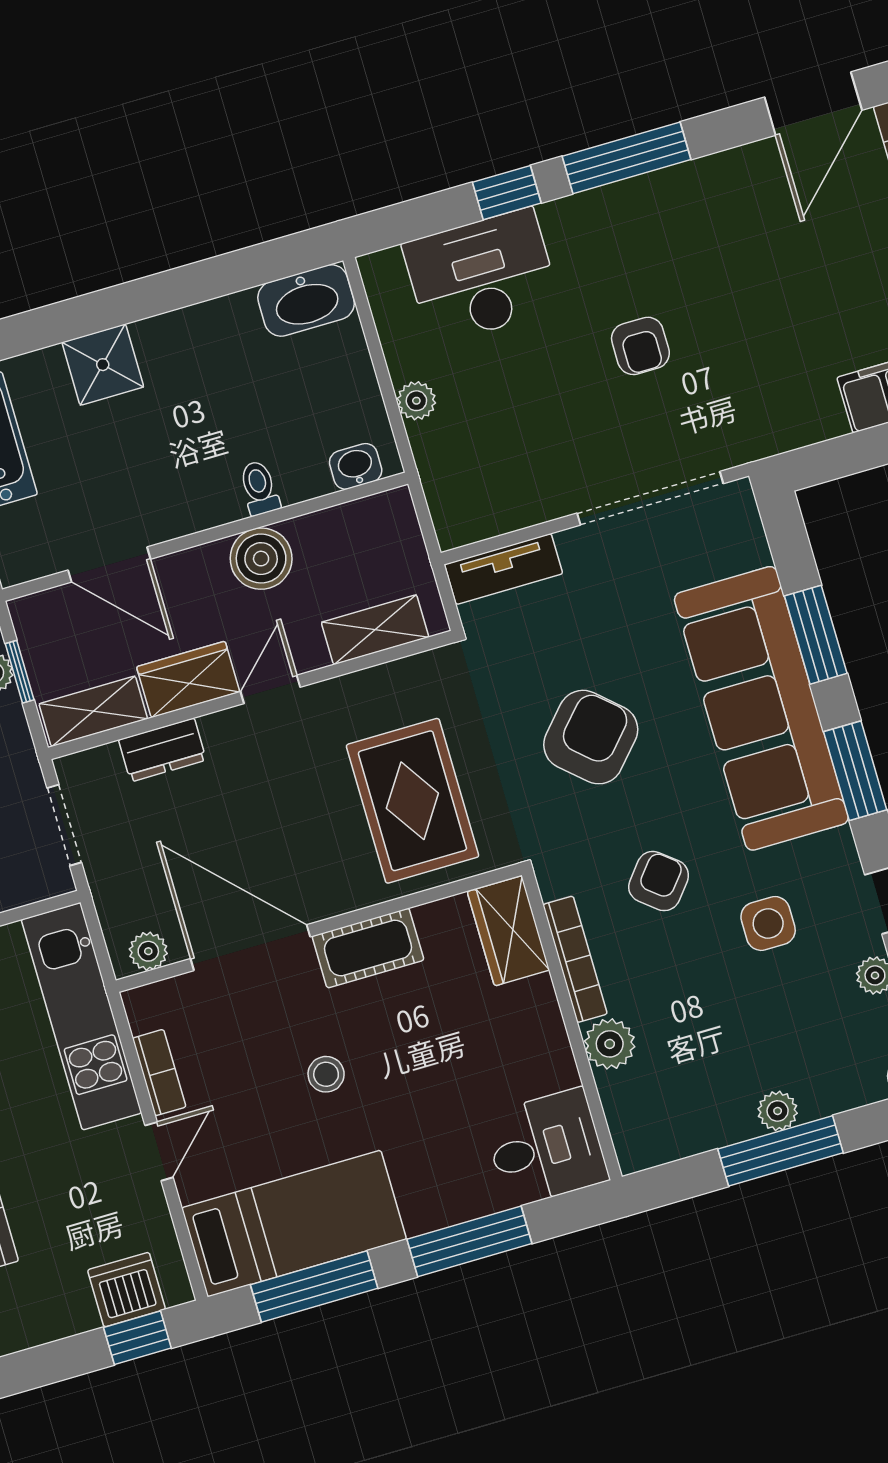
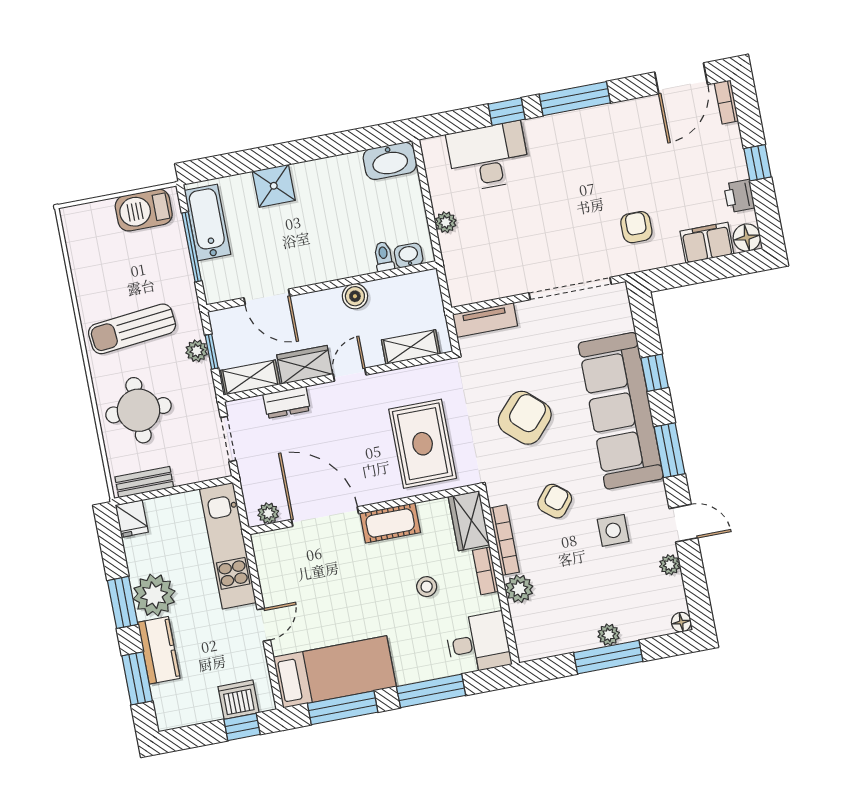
armchair: (640, 346) -> (636, 227), moved, turned 180
toilet: (259, 488) -> (384, 257), moved
boiler: (261, 559) -> (355, 296), width x0.73, depth x0.73
window: (816, 635) -> (655, 373), width x0.67
bookcase: (159, 1073) -> (485, 571), moved, turned 180
stool: (326, 1074) -> (427, 587), moved

